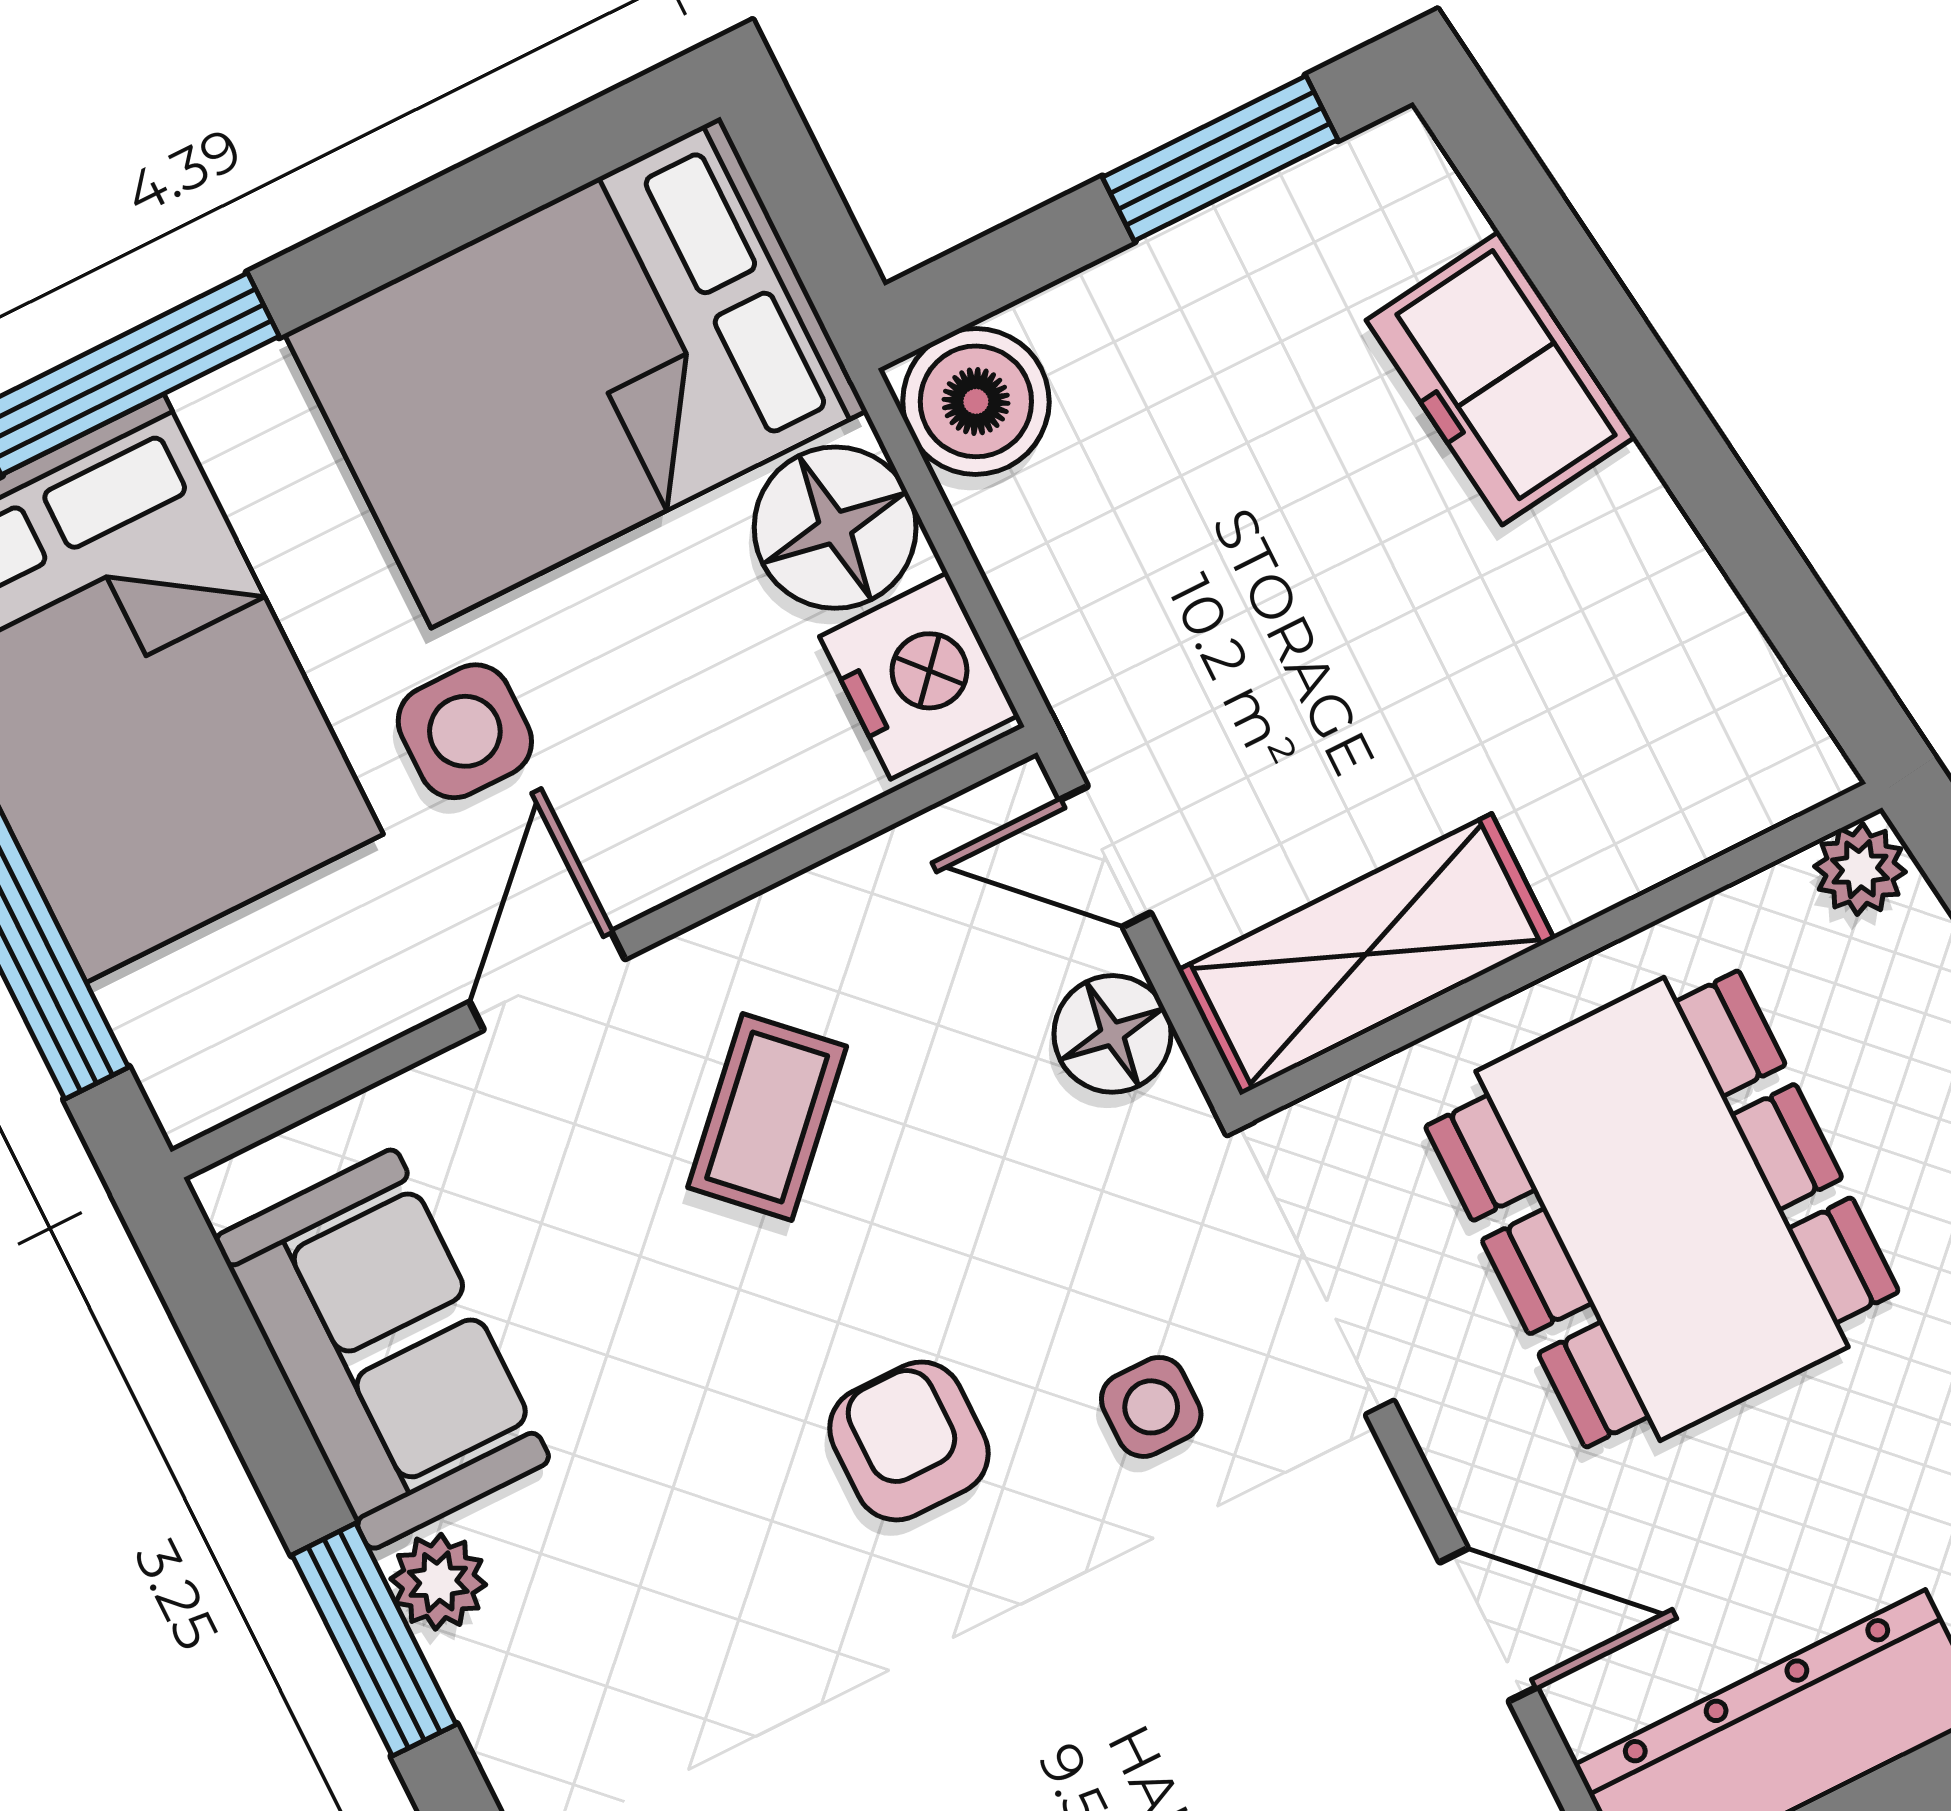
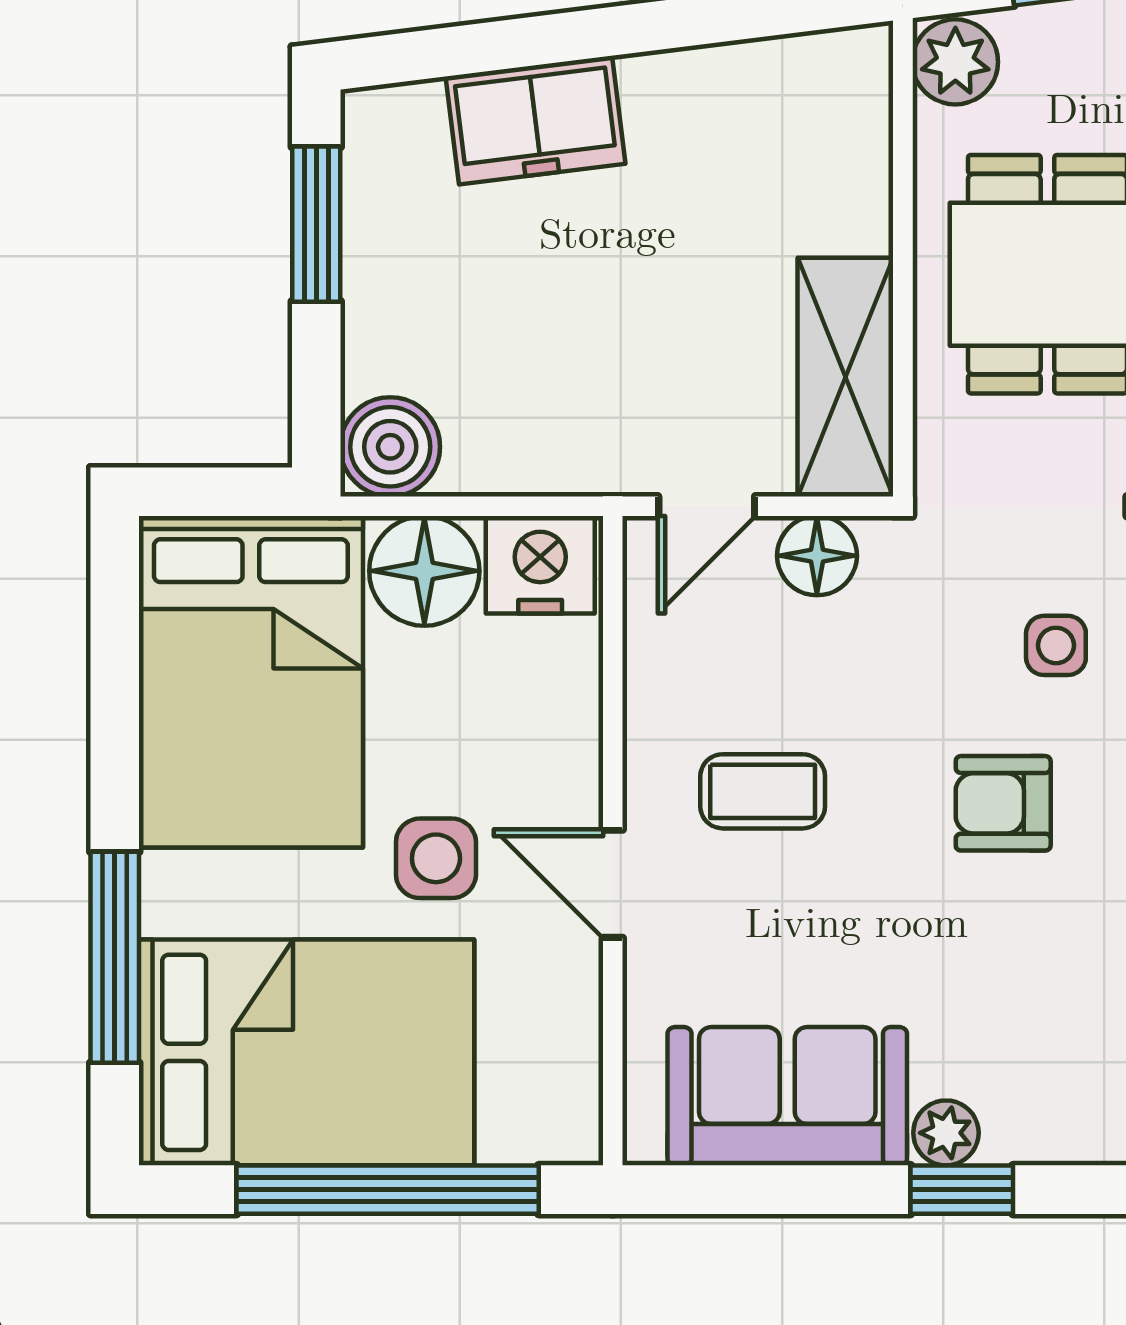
plant: (1860, 869) -> (955, 62), width x1.38, depth x1.38
coffee table: (767, 1117) -> (763, 791), turned -44
window: (374, 1640) -> (962, 1190), width x0.67

